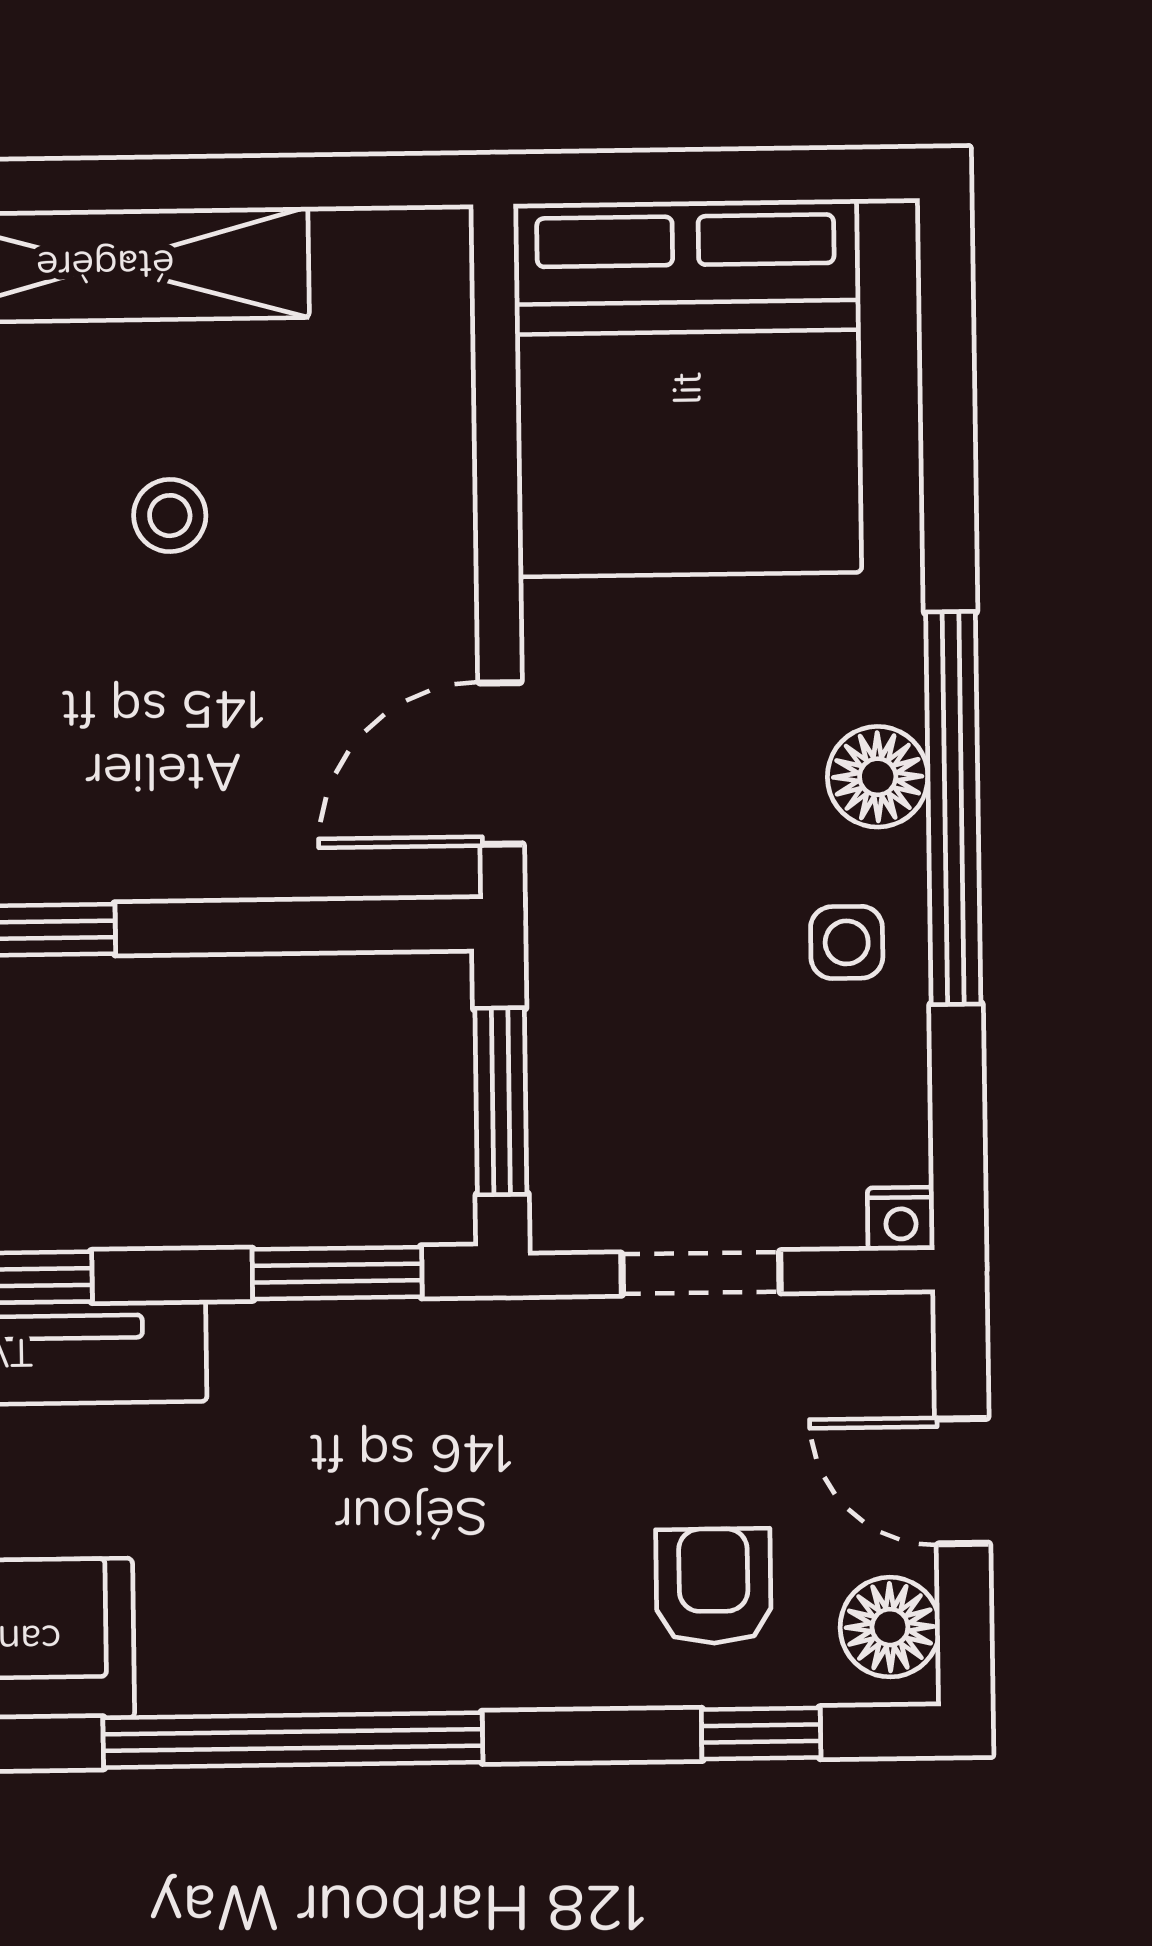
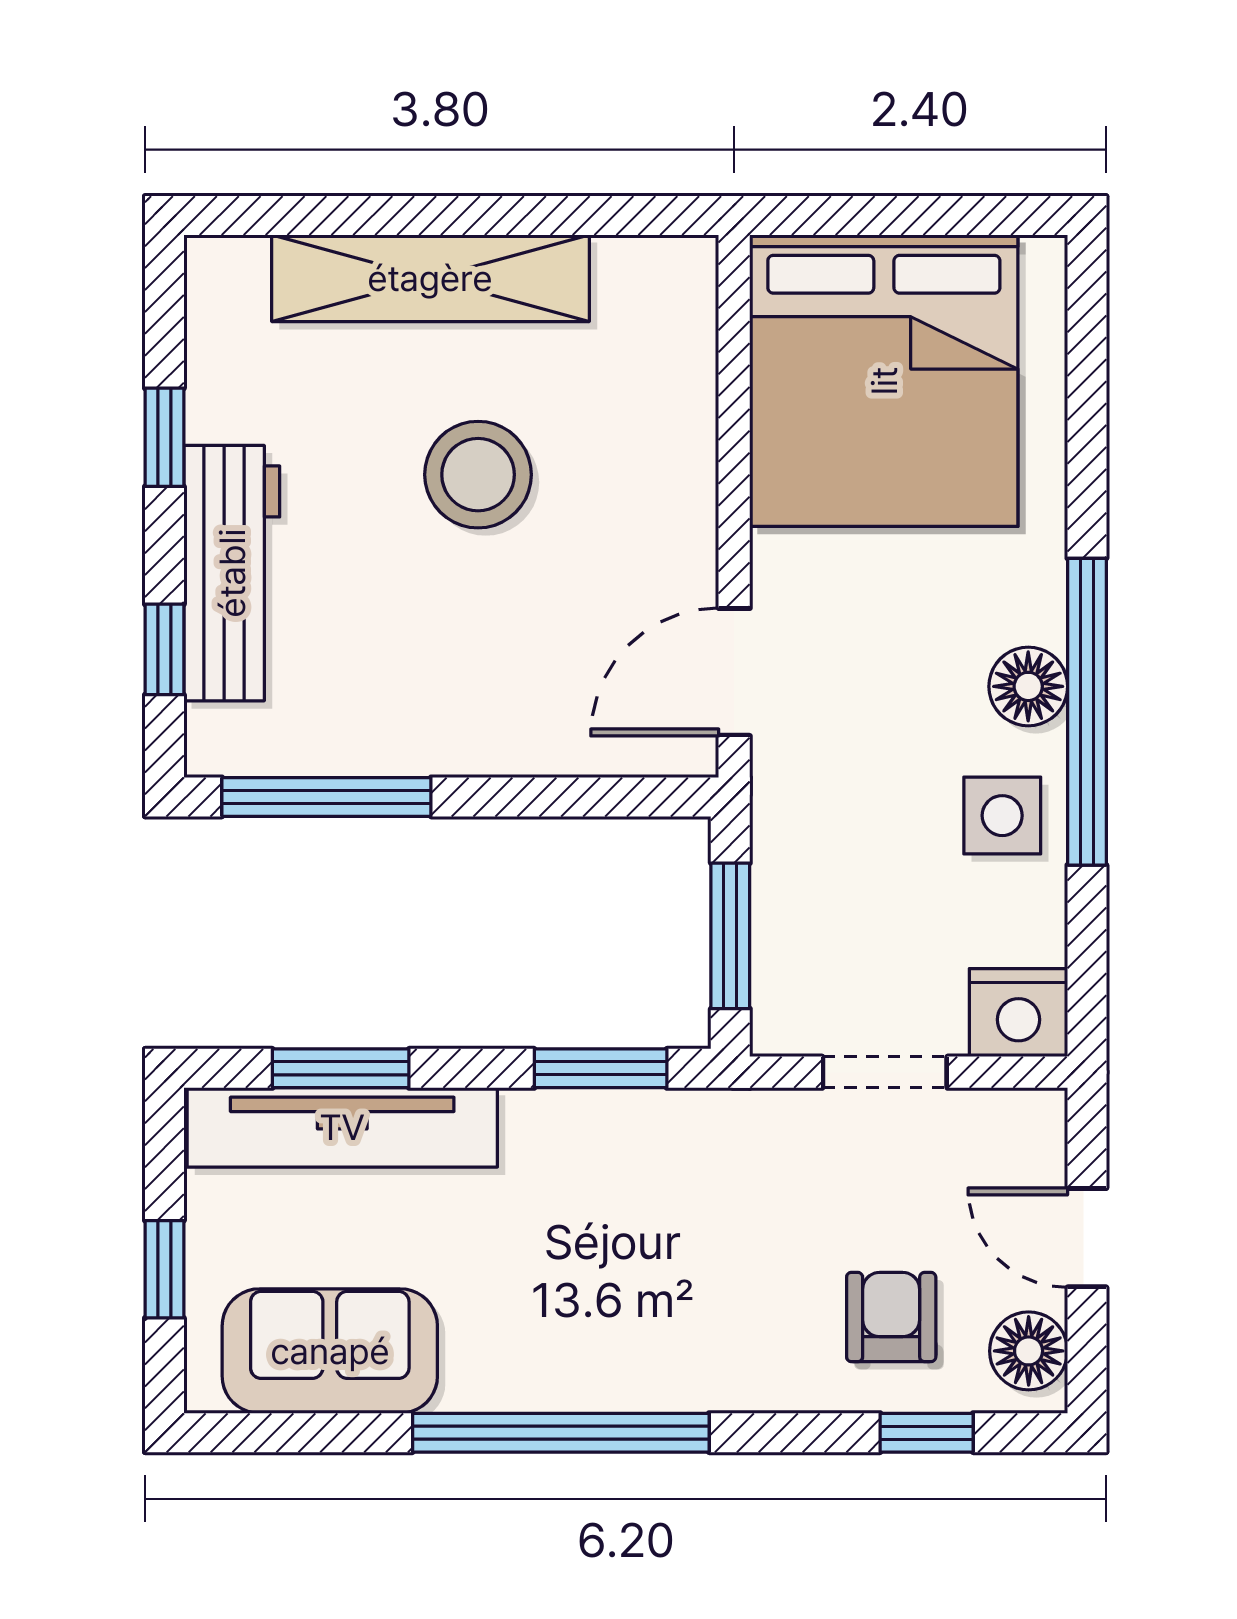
stool: (170, 516) -> (478, 475), width x1.89, depth x1.89
side table: (847, 942) -> (1002, 816), width x1.37, depth x1.37
nightstand: (901, 1219) -> (1018, 1013), width x1.89, depth x1.79

